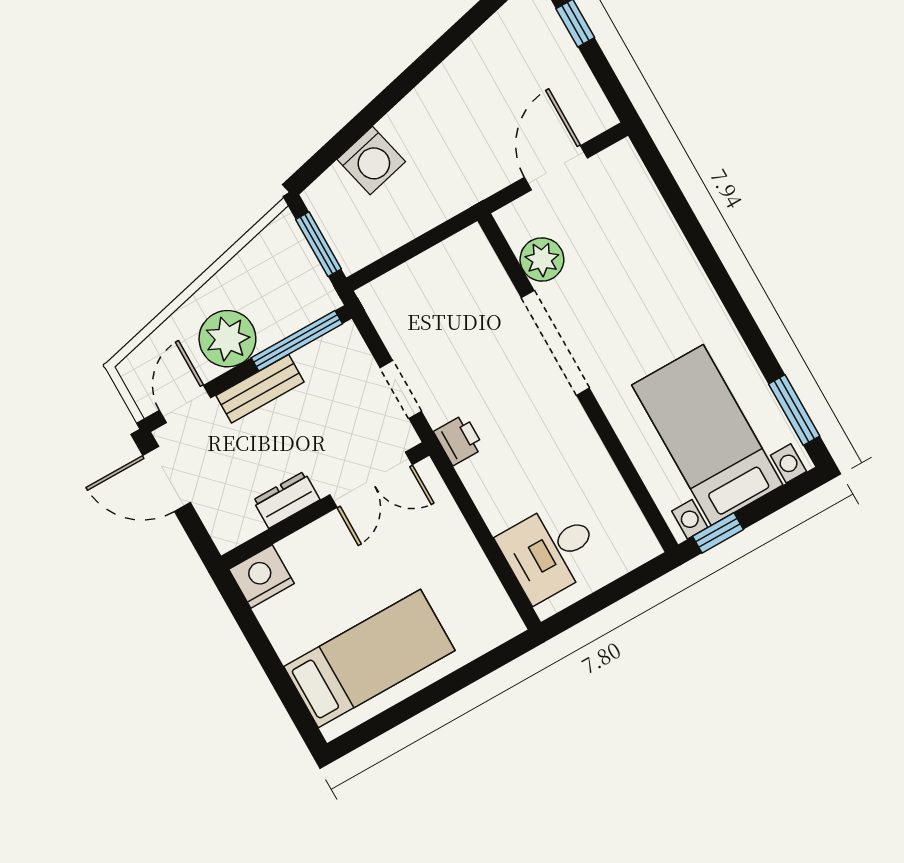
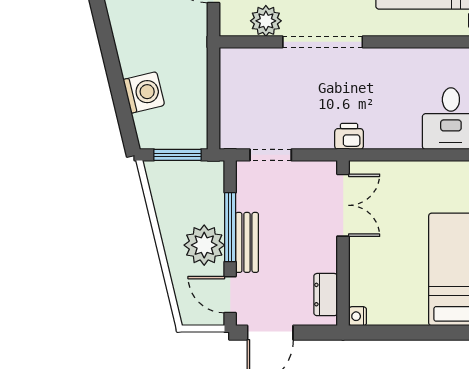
window: (297, 341) -> (230, 227), moved
doorway: (401, 390) -> (271, 155), moved
dresser: (286, 500) -> (326, 295), moved
nightstand: (262, 576) -> (357, 316), width x0.53, depth x0.56

